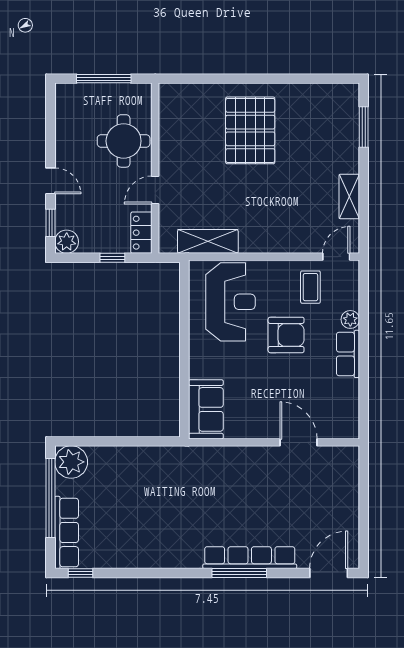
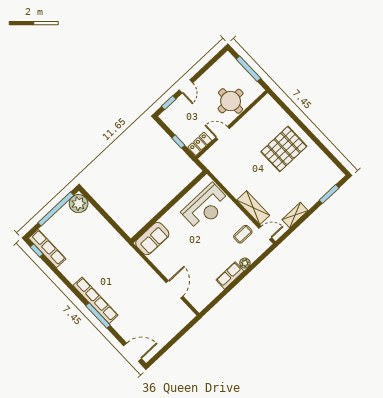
shelving: (208, 241) -> (253, 208), moved
plant: (67, 242) -> (167, 117), removed
armchair: (286, 335) -> (214, 243), removed
row of seats: (67, 532) -> (47, 249), moved, turned -90
row of seats: (250, 558) -> (96, 300), moved

